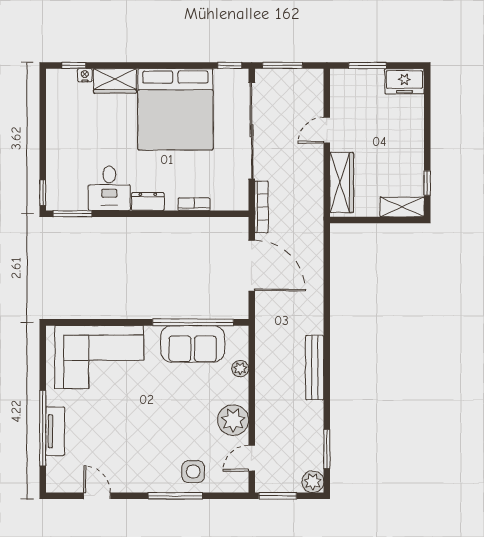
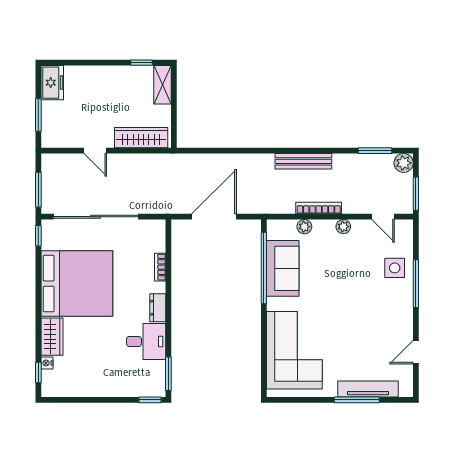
bookcase: (261, 207) -> (319, 208), moved
plant: (233, 420) -> (343, 227), width x0.53, depth x0.53
window: (43, 428) -> (357, 400), width x0.68
tv unit: (55, 431) -> (368, 389), width x1.41

